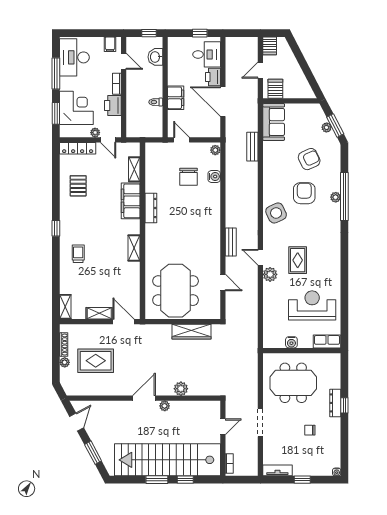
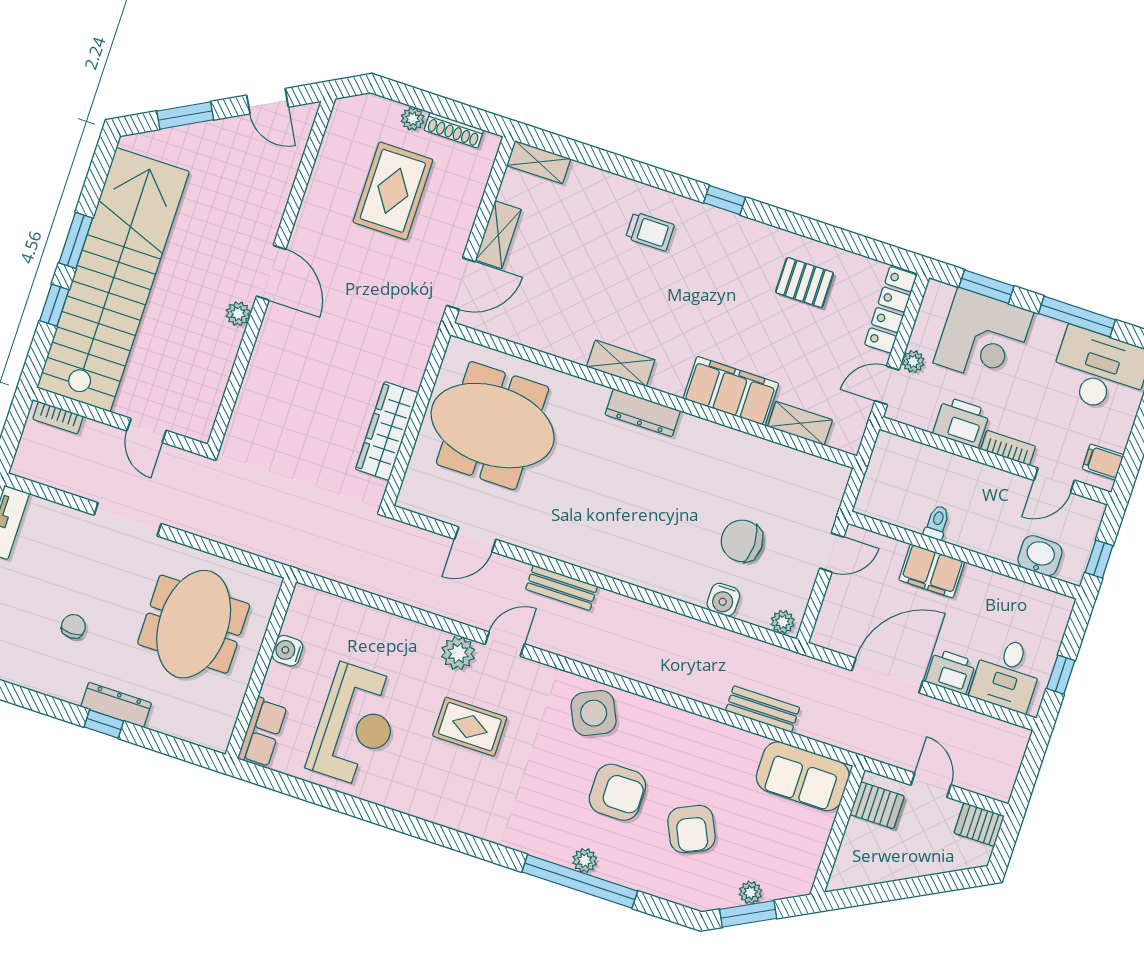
dresser: (151, 208) -> (643, 413), moved
plant: (181, 389) -> (265, 364), removed

